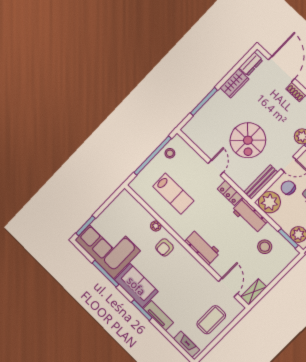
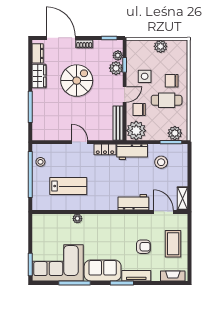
spiral stairs: (248, 140) -> (77, 81), moved, turned -90
armchair: (164, 247) -> (143, 247), moved, turned -90
workbench: (202, 247) -> (133, 202), moved

